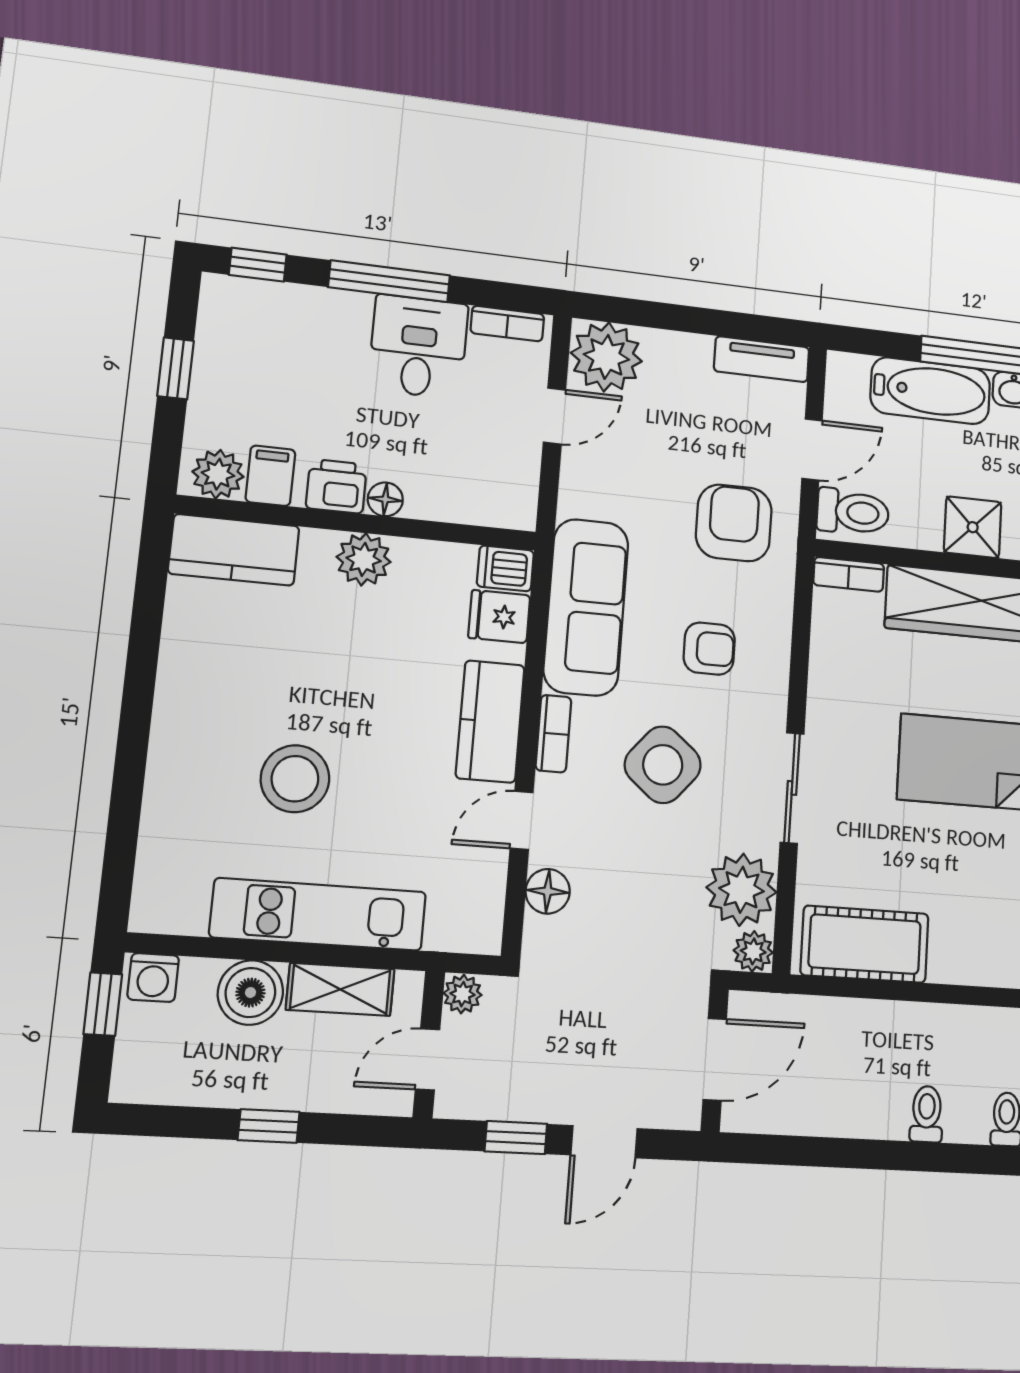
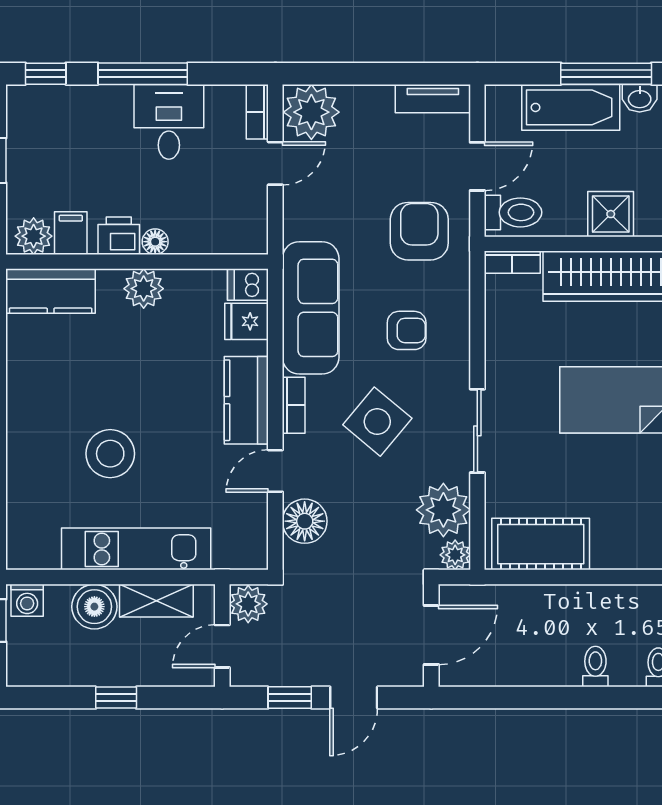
bookcase: (507, 324) -> (257, 112), moved, turned 90
floor lamp: (548, 891) -> (305, 521), width x1.38, depth x1.38
plant: (462, 994) -> (248, 604), width x1.38, depth x1.38

